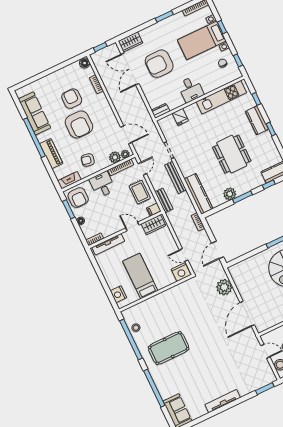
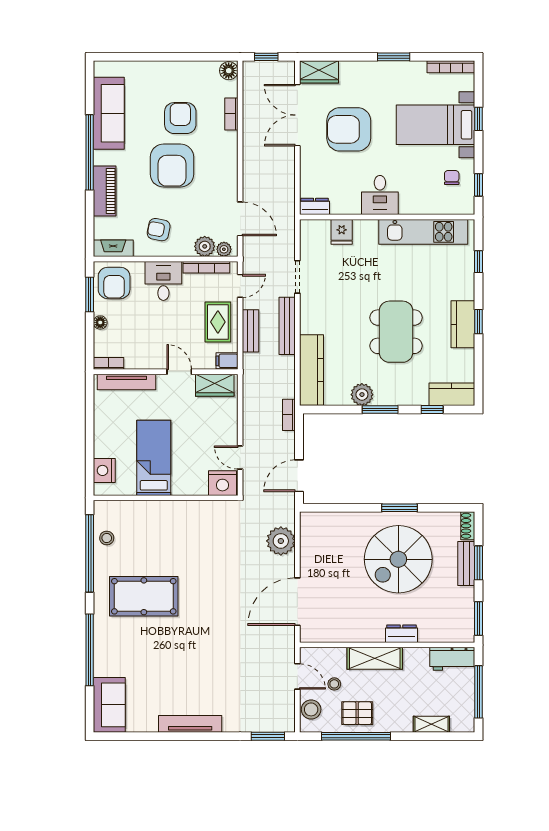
kitchen counter: (257, 120) -> (463, 324), moved
bench: (164, 200) -> (251, 331), moved

